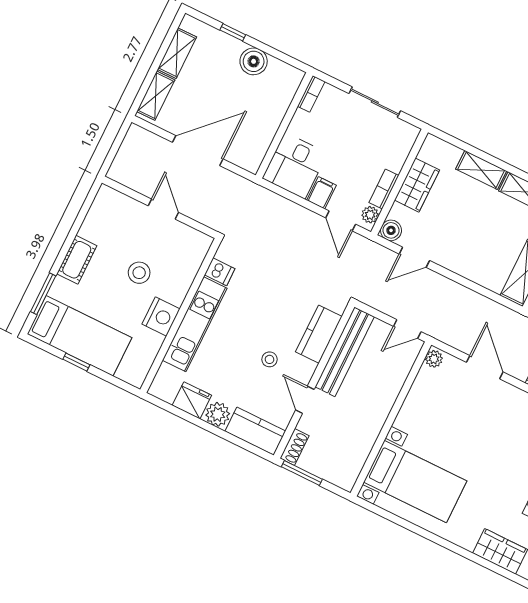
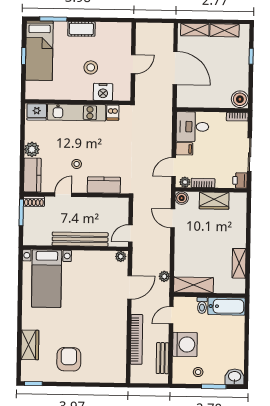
boiler: (254, 61) -> (240, 99), moved
printer: (406, 134) -> (240, 180), added
shelving: (481, 170) -> (240, 233), removed
plant: (493, 309) -> (164, 276), added
nightstand: (161, 316) -> (103, 92), moved
door: (407, 329) -> (130, 233), hinge flipped
bench: (345, 352) -> (80, 239), moved
fridge: (192, 400) -> (37, 112), moved, turned 90

